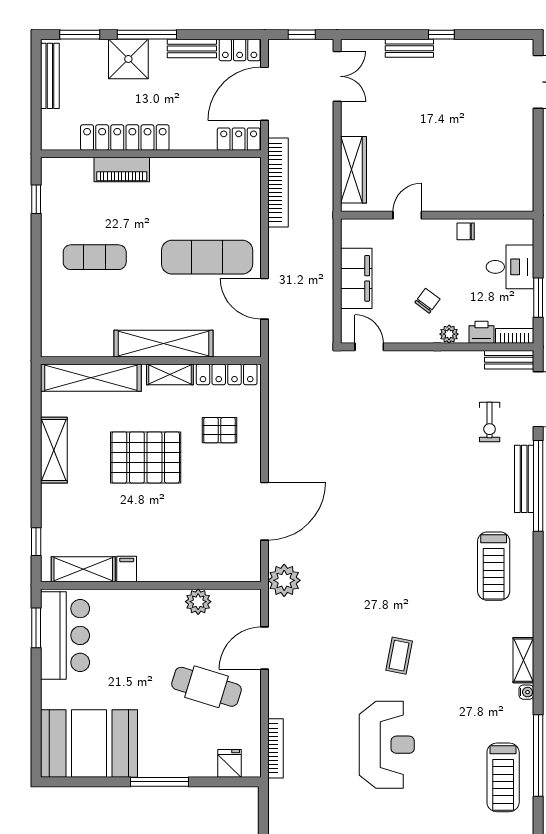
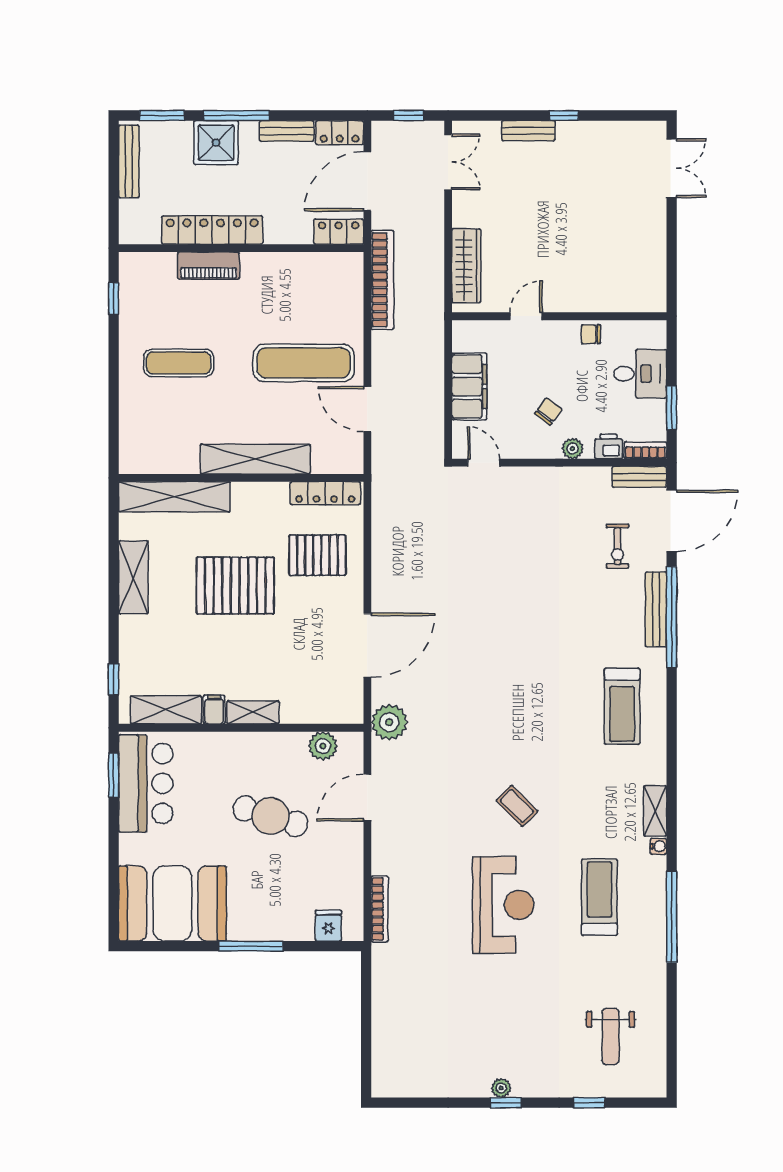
shelving: (170, 374) -> (253, 712), moved
pallet: (219, 430) -> (317, 555), width x1.50, depth x1.42
plant: (198, 602) -> (323, 746), moved
coffee table: (399, 656) -> (517, 806), turned -56
cafe table: (206, 687) -> (270, 816), moved
treadmill: (503, 777) -> (599, 897), moved, turned 180

